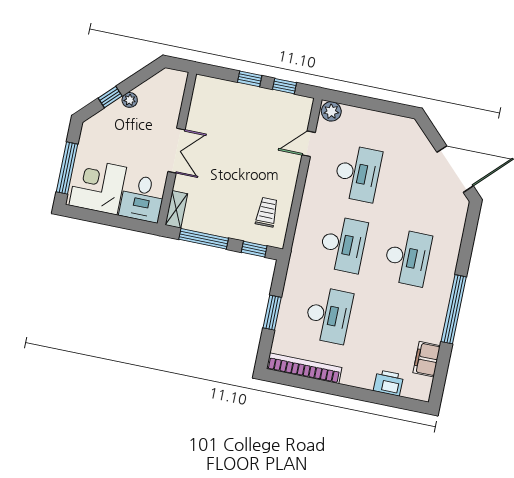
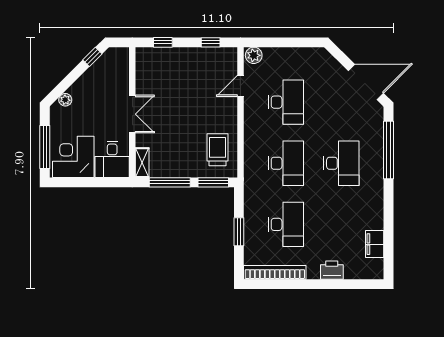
window: (250, 79) -> (163, 42), moved
window: (110, 97) -> (92, 57), moved
plant: (130, 100) -> (65, 100), moved
trolley: (267, 212) -> (217, 150), width x1.36, depth x1.39
window: (254, 249) -> (213, 182), width x1.50
window: (454, 309) -> (388, 150), moved
printer: (388, 383) -> (332, 270), moved

